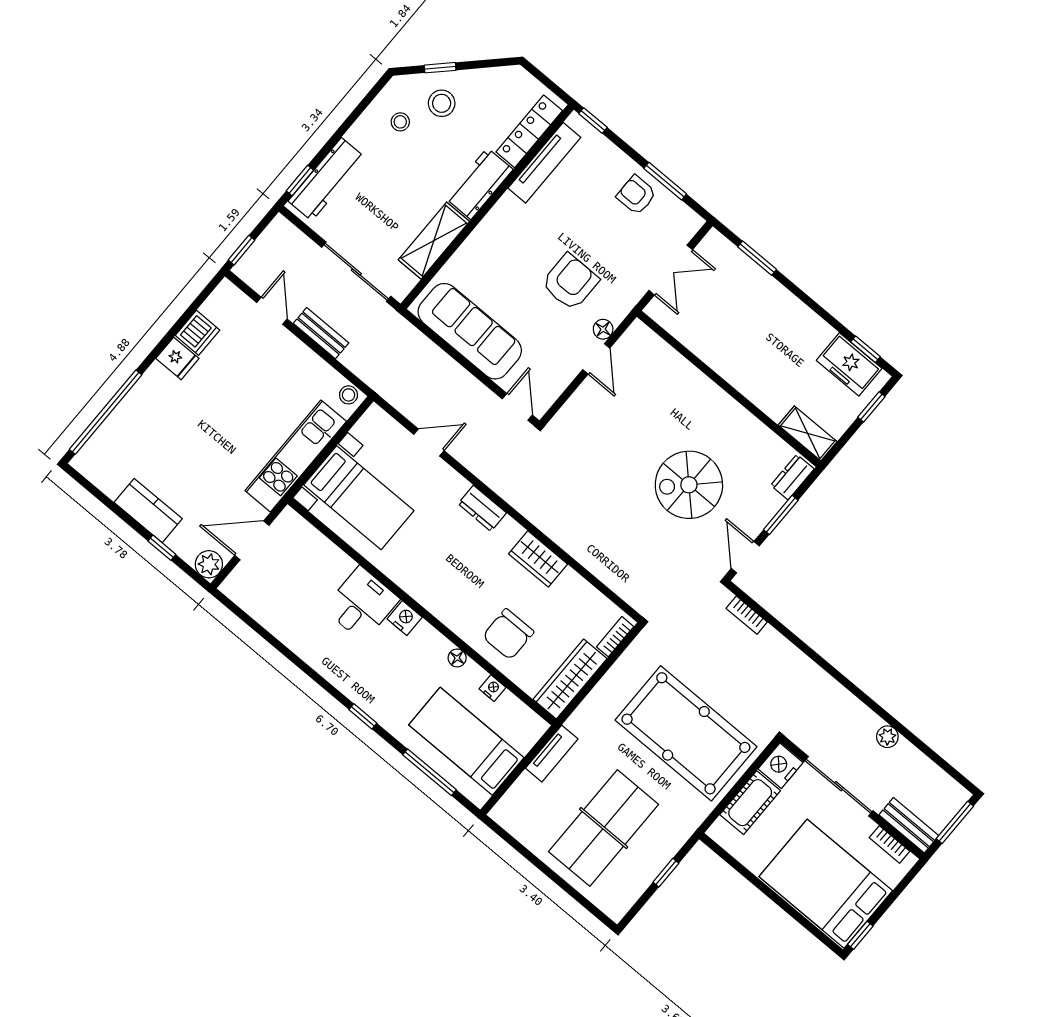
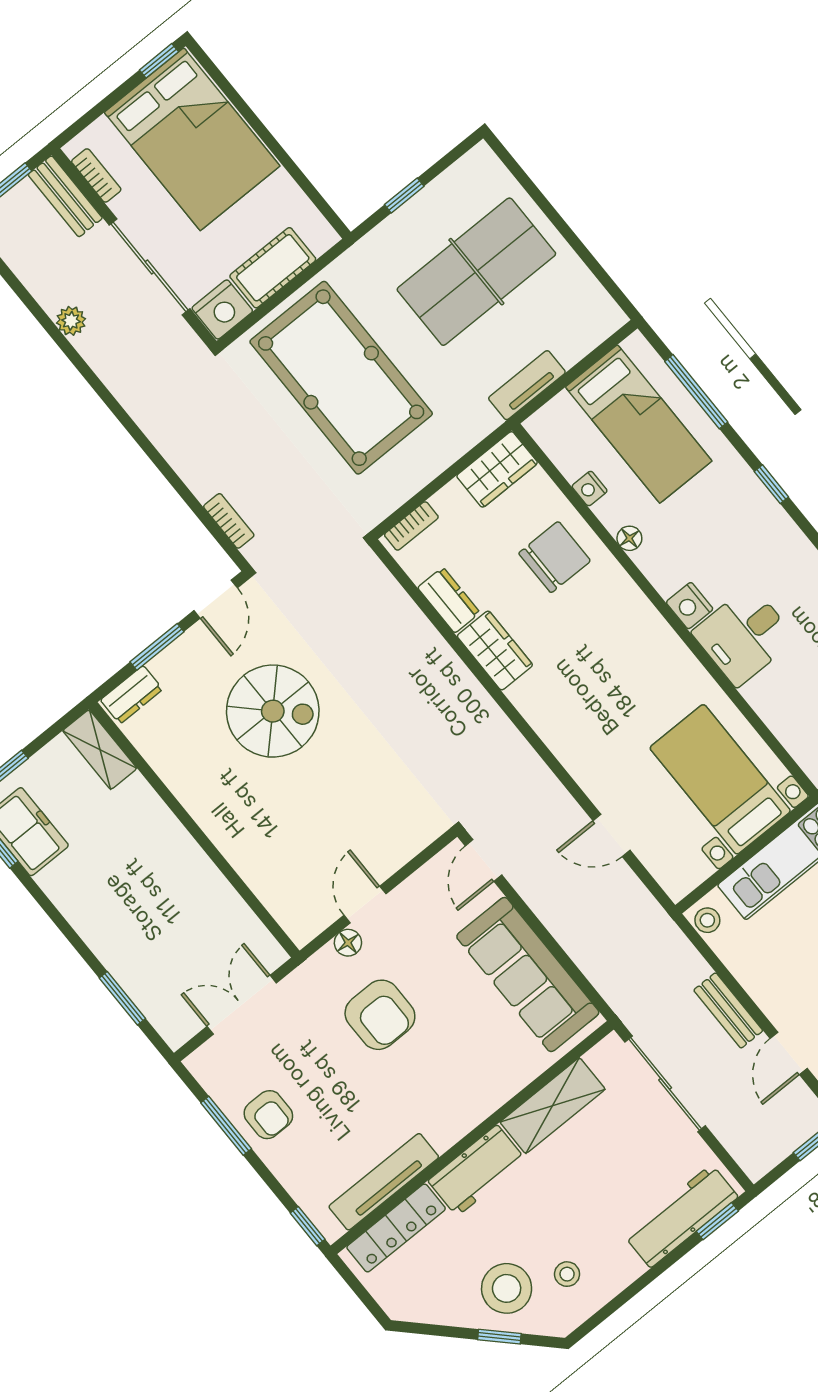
stool: (442, 103) -> (507, 1288), width x1.38, depth x1.38
armchair: (570, 282) -> (380, 1015), turned -90
dresser: (482, 508) -> (449, 600), moved
wardrobe: (570, 679) -> (497, 469), width x0.67

